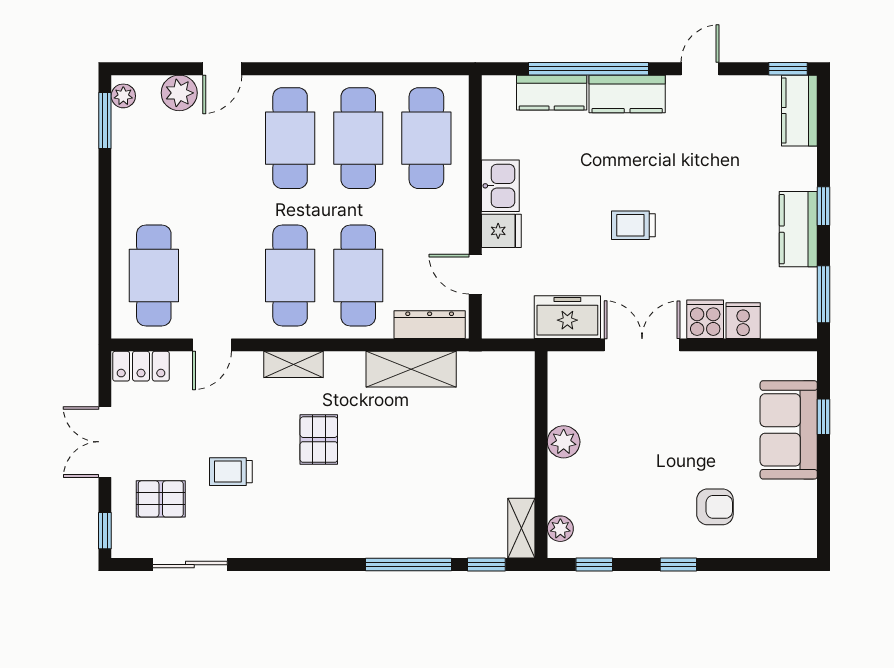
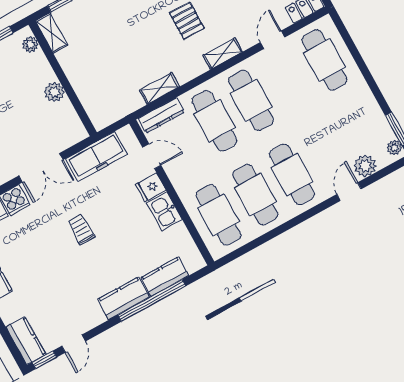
door: (700, 69) -> (74, 344), moved
trolley: (633, 225) -> (81, 230), turned -90
freezer: (567, 317) -> (96, 157), width x1.40
shelving: (411, 369) -> (159, 88), width x0.67, depth x0.75

